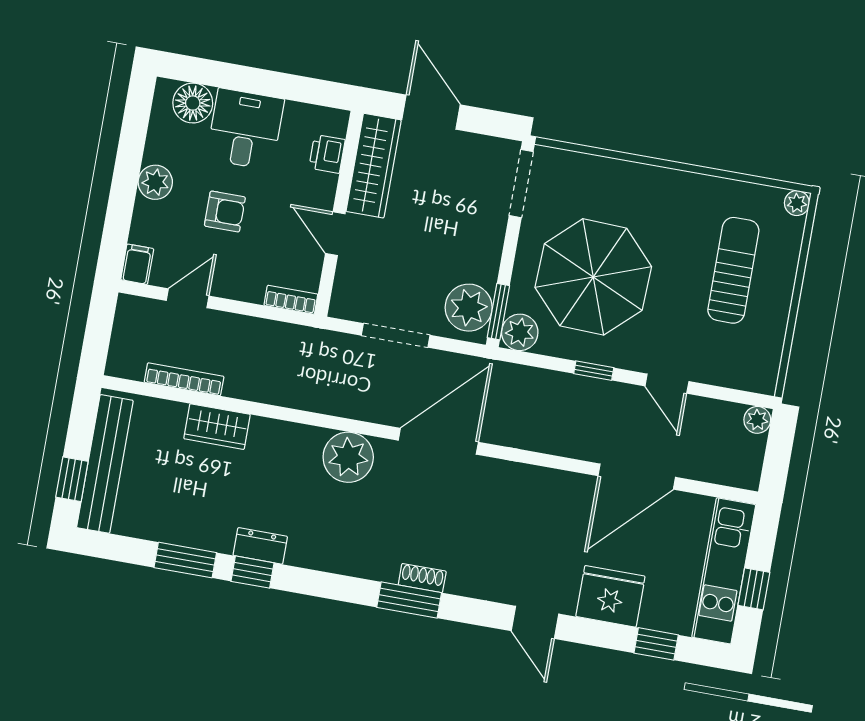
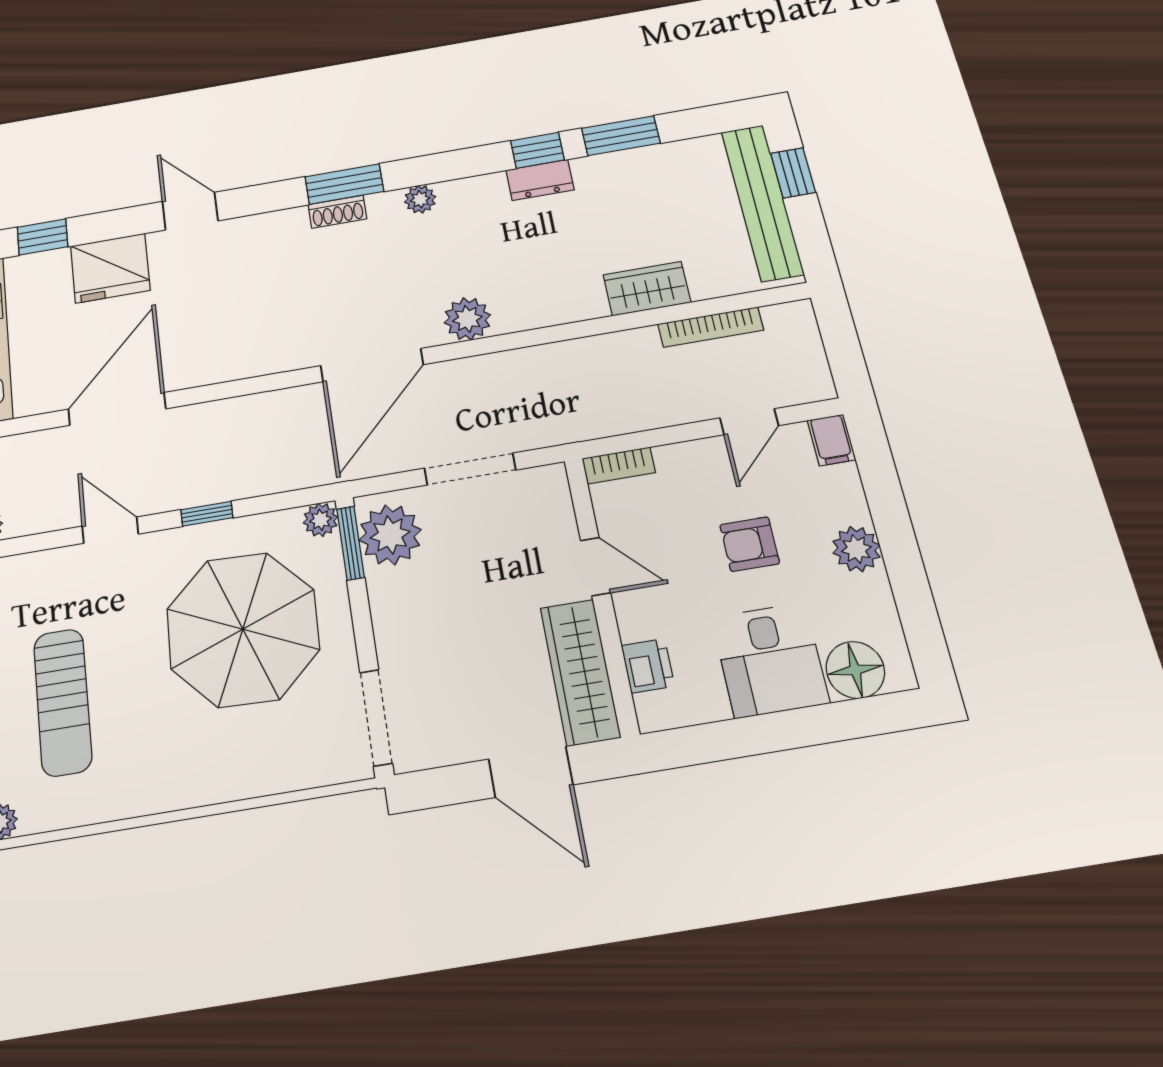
plant: (520, 332) -> (321, 520), width x0.73, depth x0.73
plant: (348, 457) -> (467, 319), width x0.73, depth x0.73
plant: (356, 564) -> (420, 199), added

